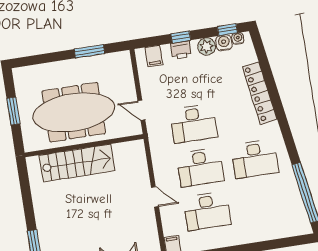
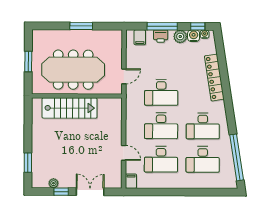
window: (181, 37) -> (162, 26), width x2.17
window: (89, 51) -> (81, 26), moved
door: (141, 110) -> (124, 76), swing flipped
door: (155, 197) -> (124, 153), moved
desk: (262, 202) -> (203, 159), added

